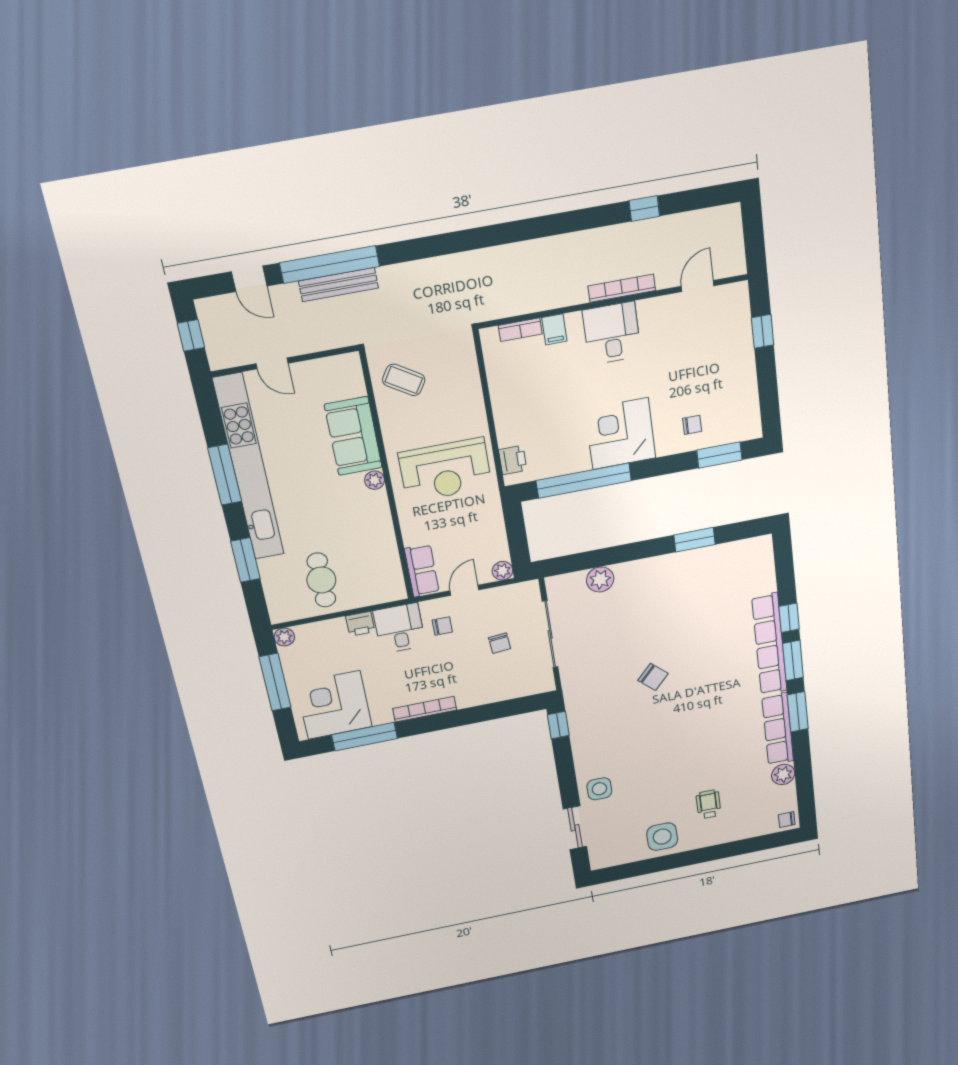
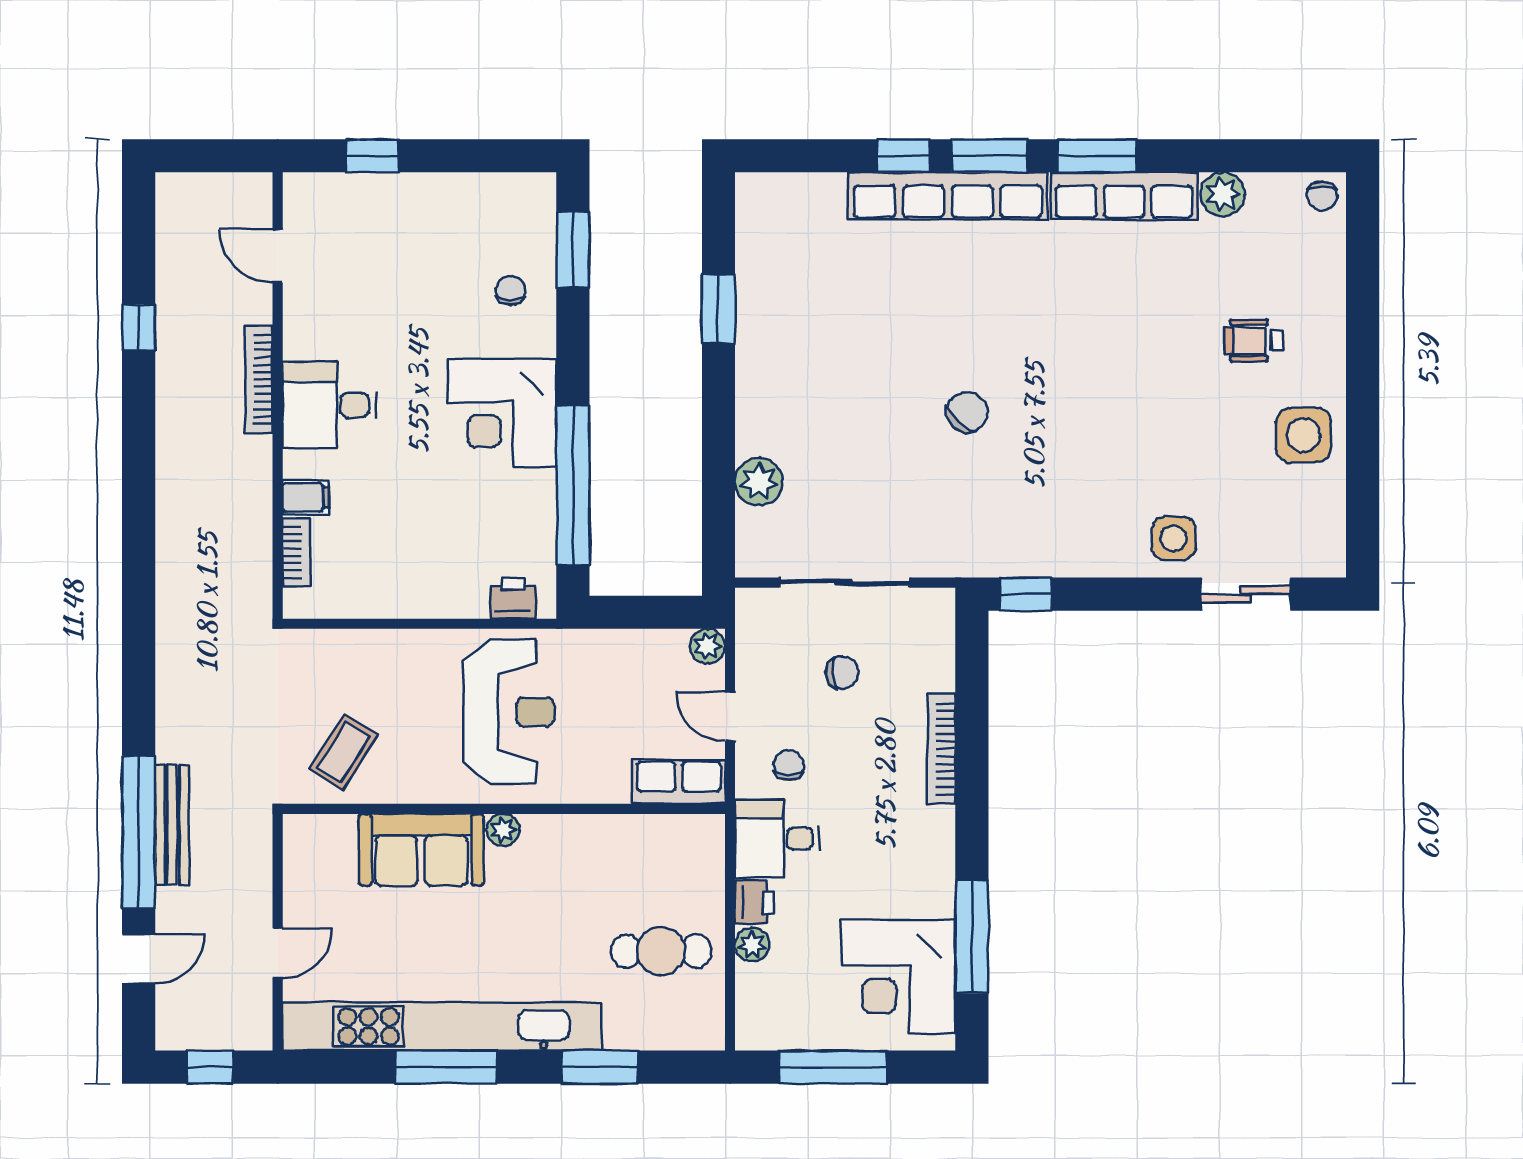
plant: (284, 637) -> (752, 945), moved
bookcase: (425, 709) -> (941, 749), moved

